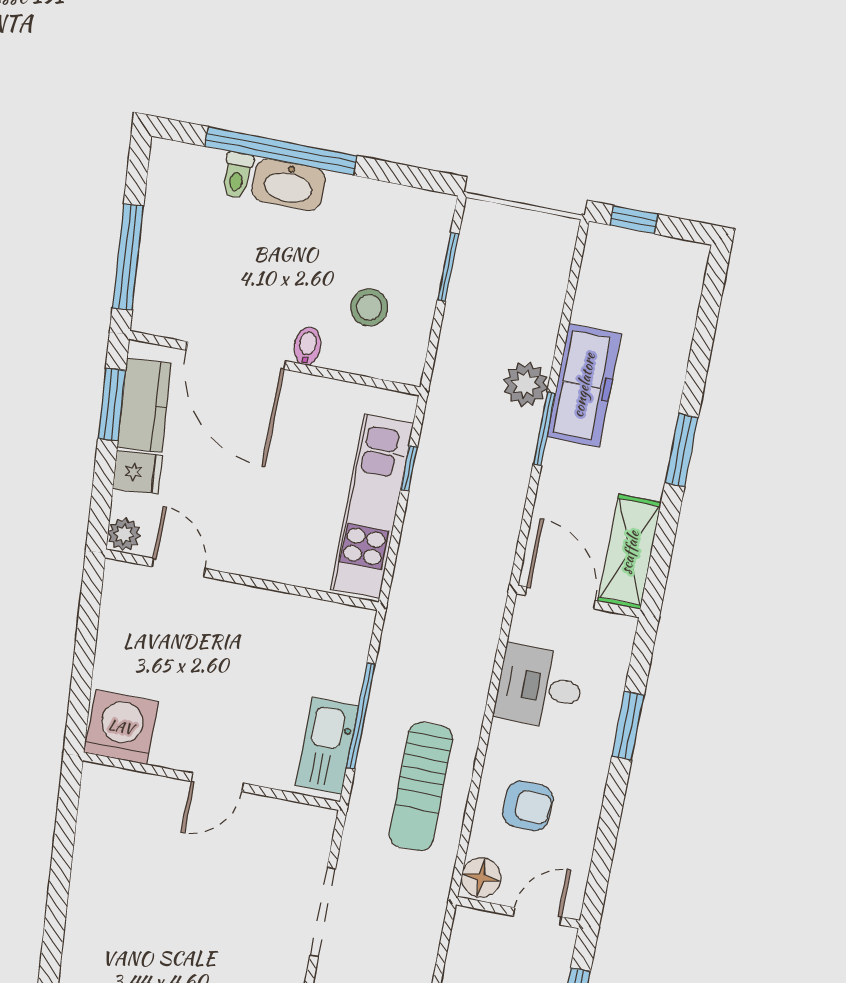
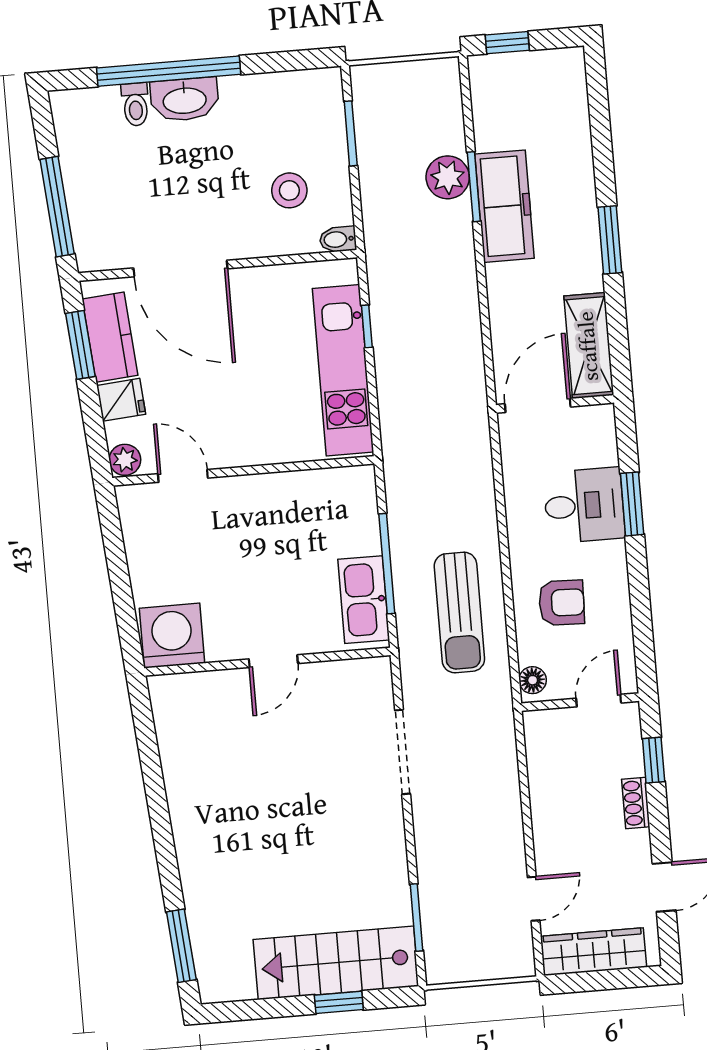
bidet: (307, 346) -> (338, 239), moved, turned -90
plant: (526, 384) -> (448, 177), moved
window: (544, 429) -> (474, 187), moved
door: (560, 598) -> (538, 405), hinge flipped
desk: (540, 687) -> (584, 505), moved, turned 180
floor lamp: (481, 877) -> (533, 680), width x0.73, depth x0.73

